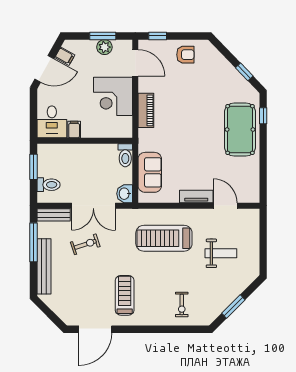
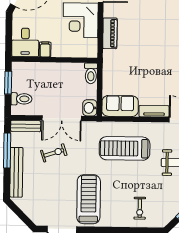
sofa: (150, 172) -> (120, 106), moved, turned -90
treadmill: (125, 295) -> (89, 199), width x1.37, depth x1.38

